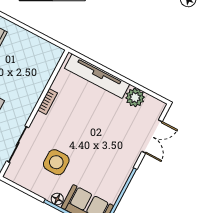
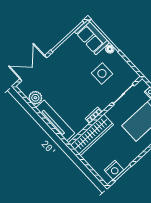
wardrobe: (41, 74) -> (92, 135), added
double door: (152, 136) -> (33, 68), width x1.37

